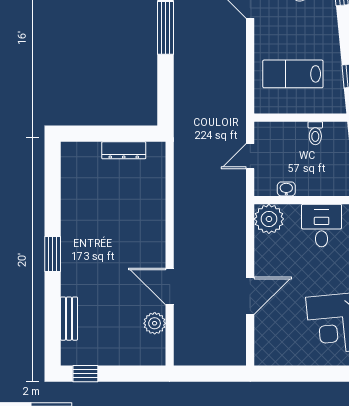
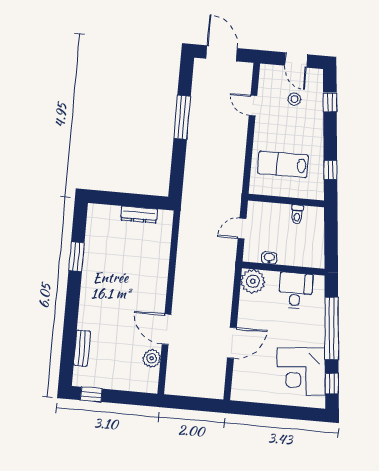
window: (53, 254) -> (76, 257), moved

